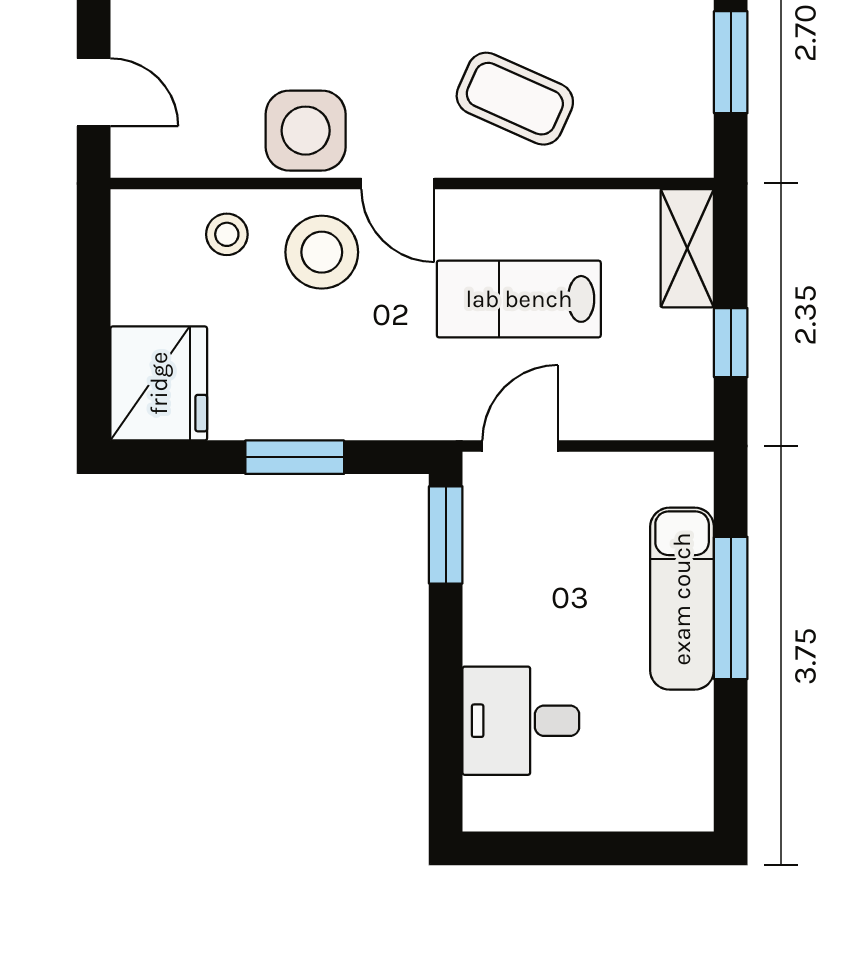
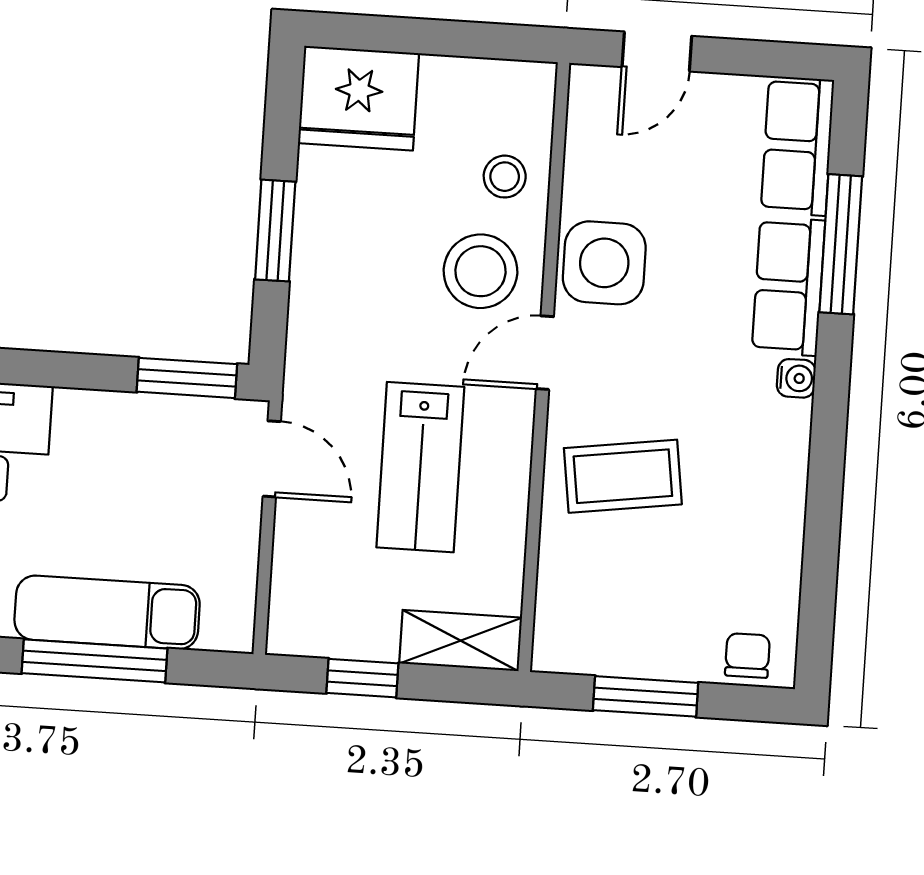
coffee table: (515, 99) -> (623, 476), turned 58
lab bench: (519, 299) -> (420, 467), turned 180

